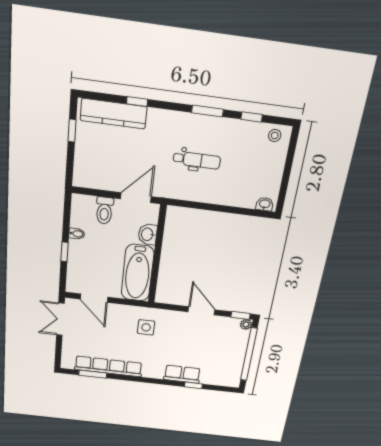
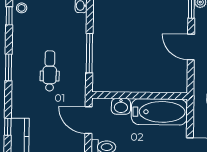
window: (252, 117) -> (9, 16), moved
window: (210, 207) -> (89, 53), added
door: (201, 311) -> (191, 47), hinge flipped

